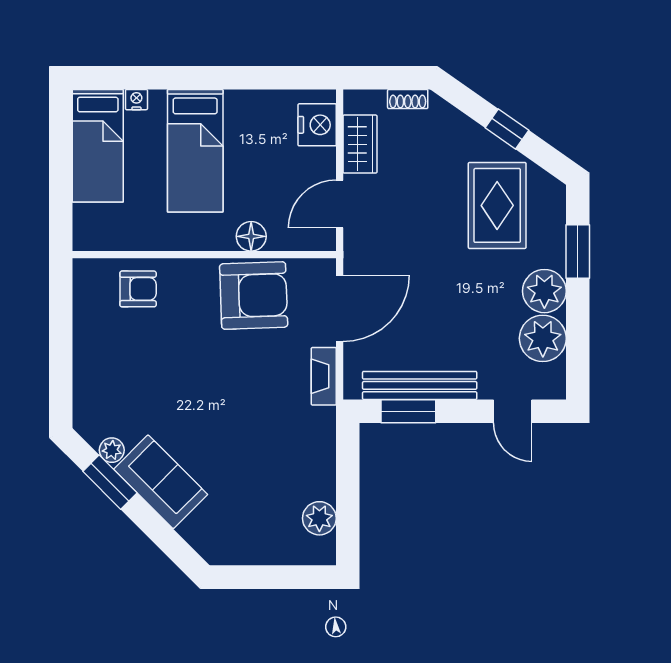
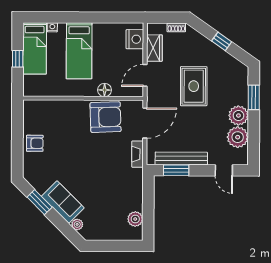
window: (61, 168) -> (18, 59), added
rug: (497, 205) -> (194, 86), moved
armchair: (138, 289) -> (35, 143), moved
plant: (112, 450) -> (77, 224), moved

